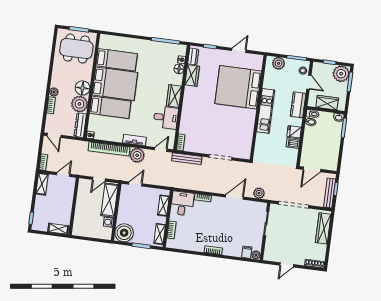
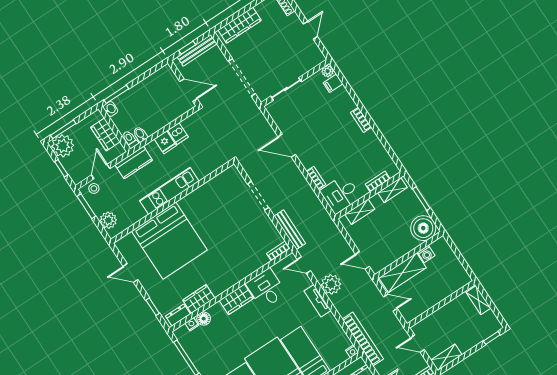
bookcase: (109, 149) -> (363, 339), moved
plant: (259, 193) -> (261, 124), removed
door: (287, 265) -> (310, 30), hinge flipped

